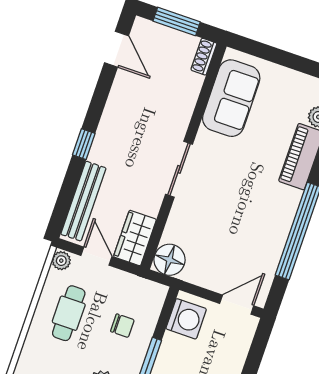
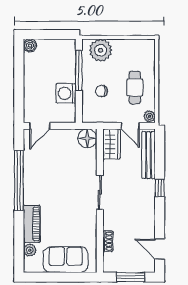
shoe rack: (204, 57) -> (108, 241), moved
sofa: (231, 98) -> (66, 260), moved, turned 90
washing machine: (186, 319) -> (66, 93), moved

